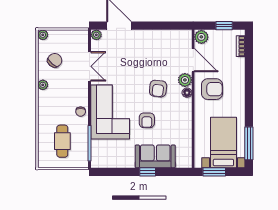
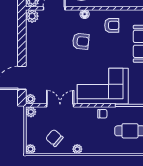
plant: (83, 35) -> (31, 112), added
plant: (185, 80) -> (32, 16), moved
armchair: (147, 120) -> (112, 25), moved

